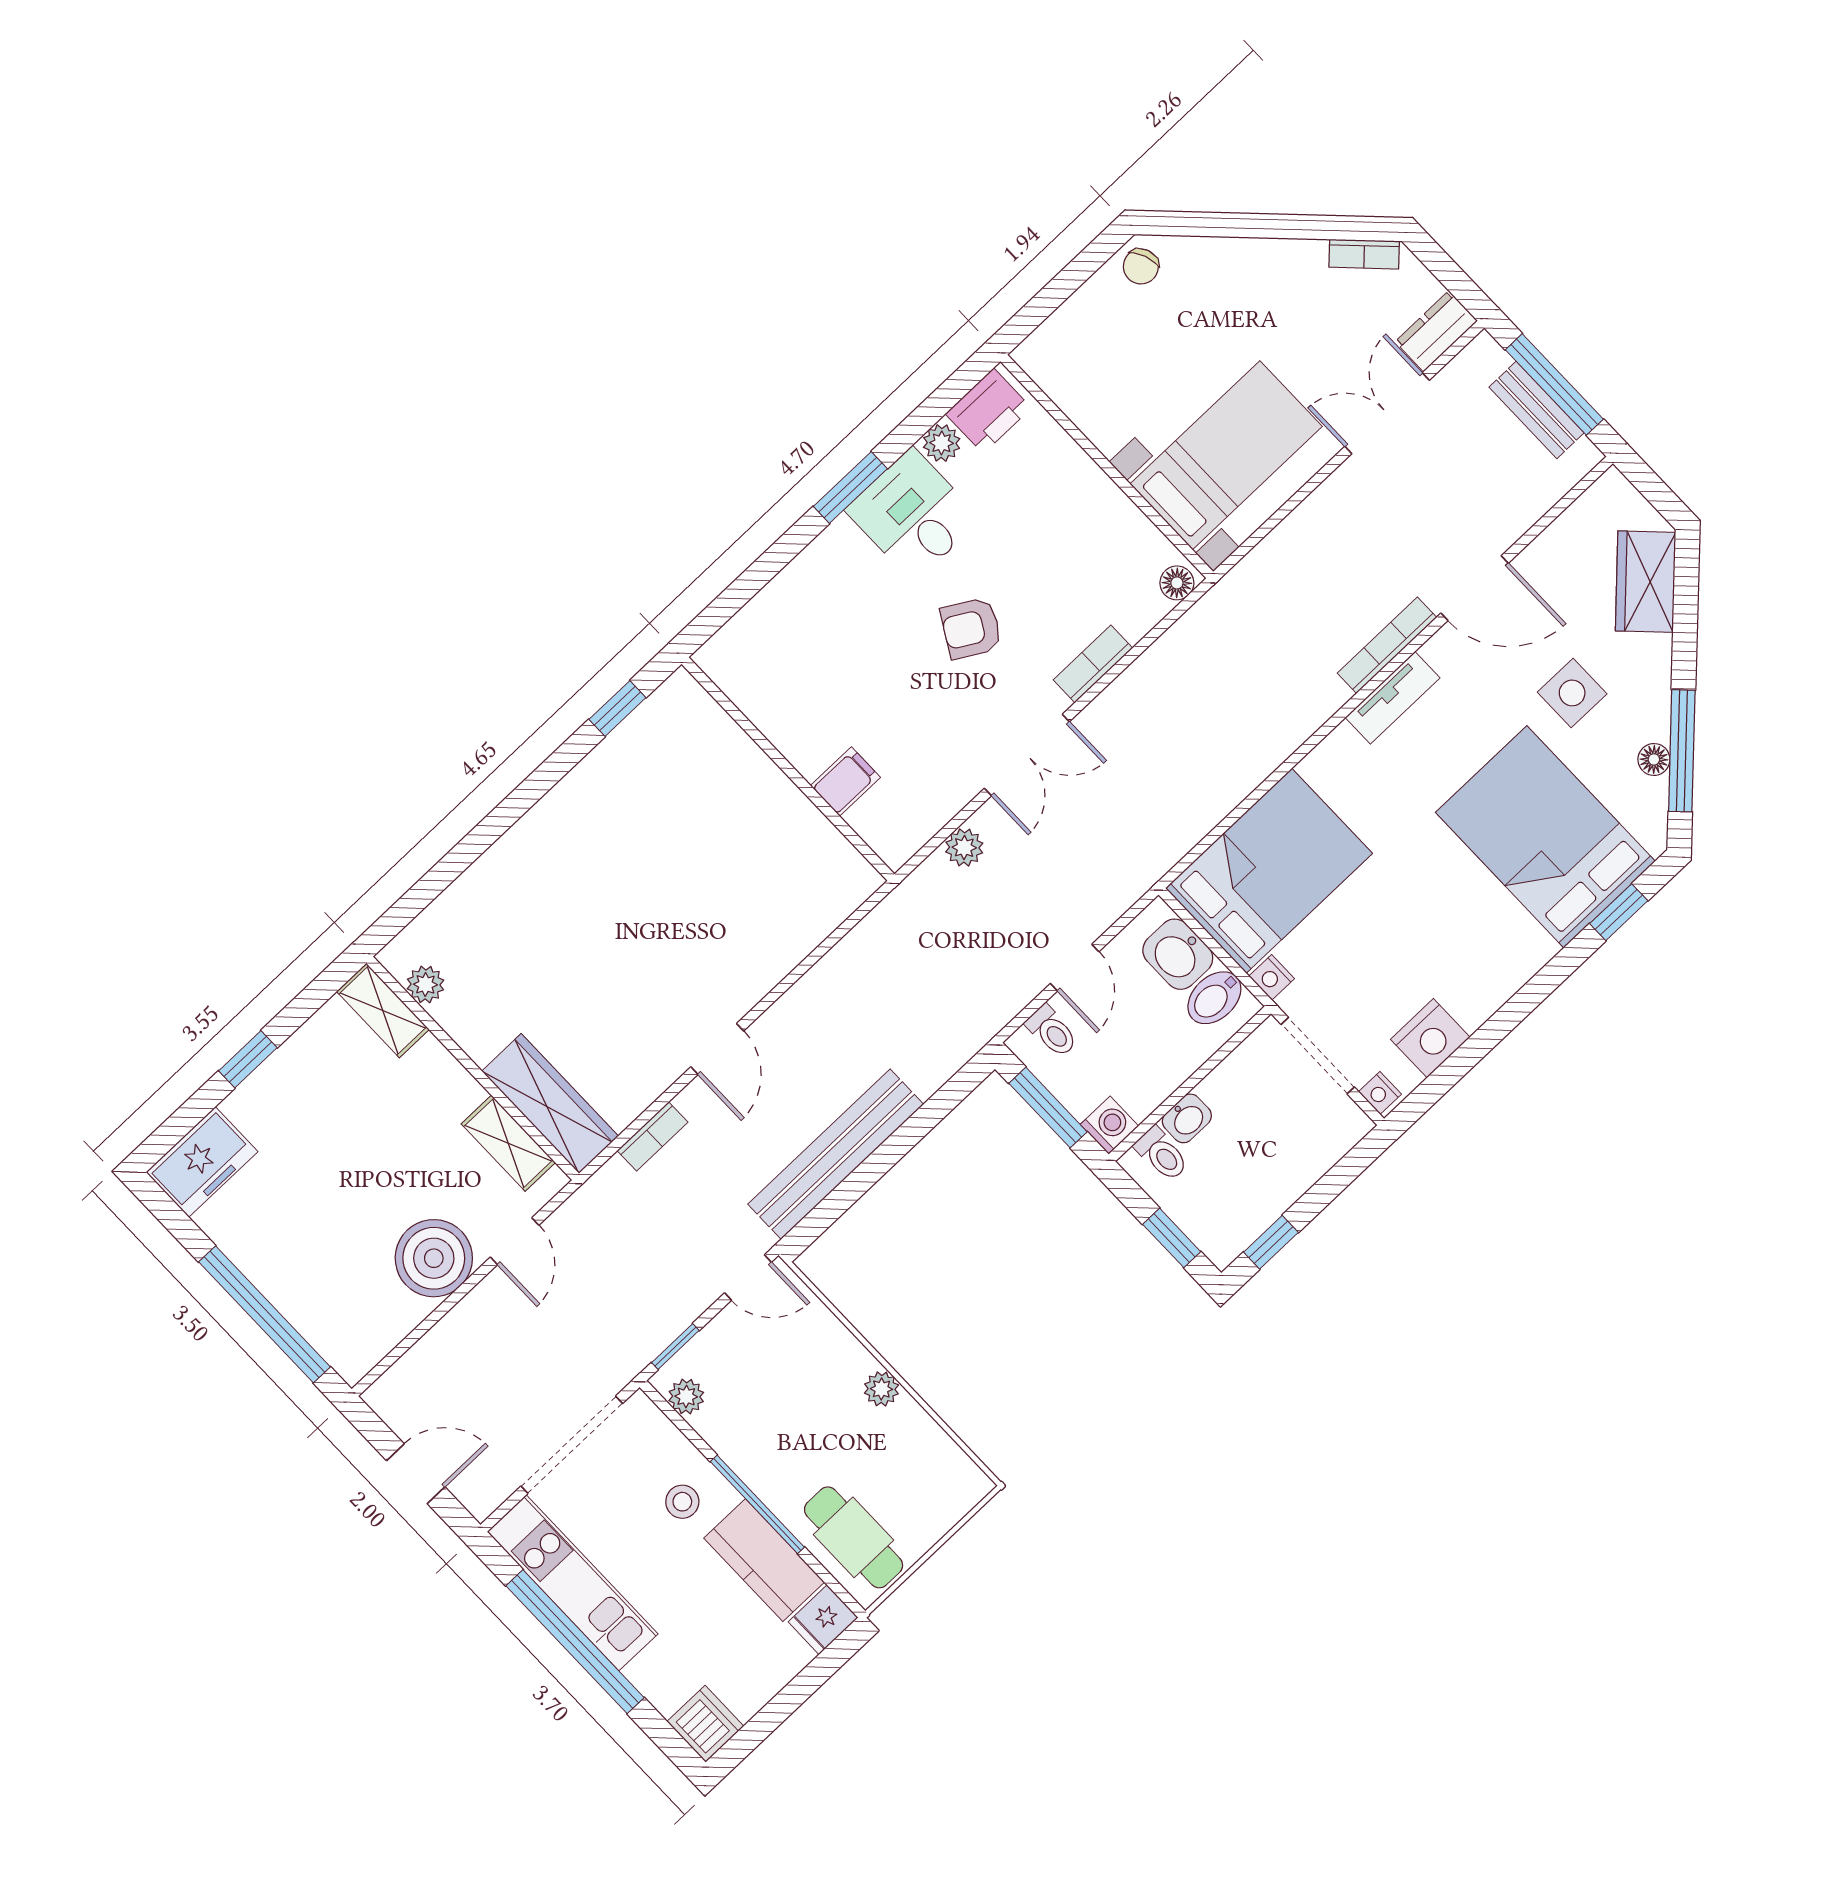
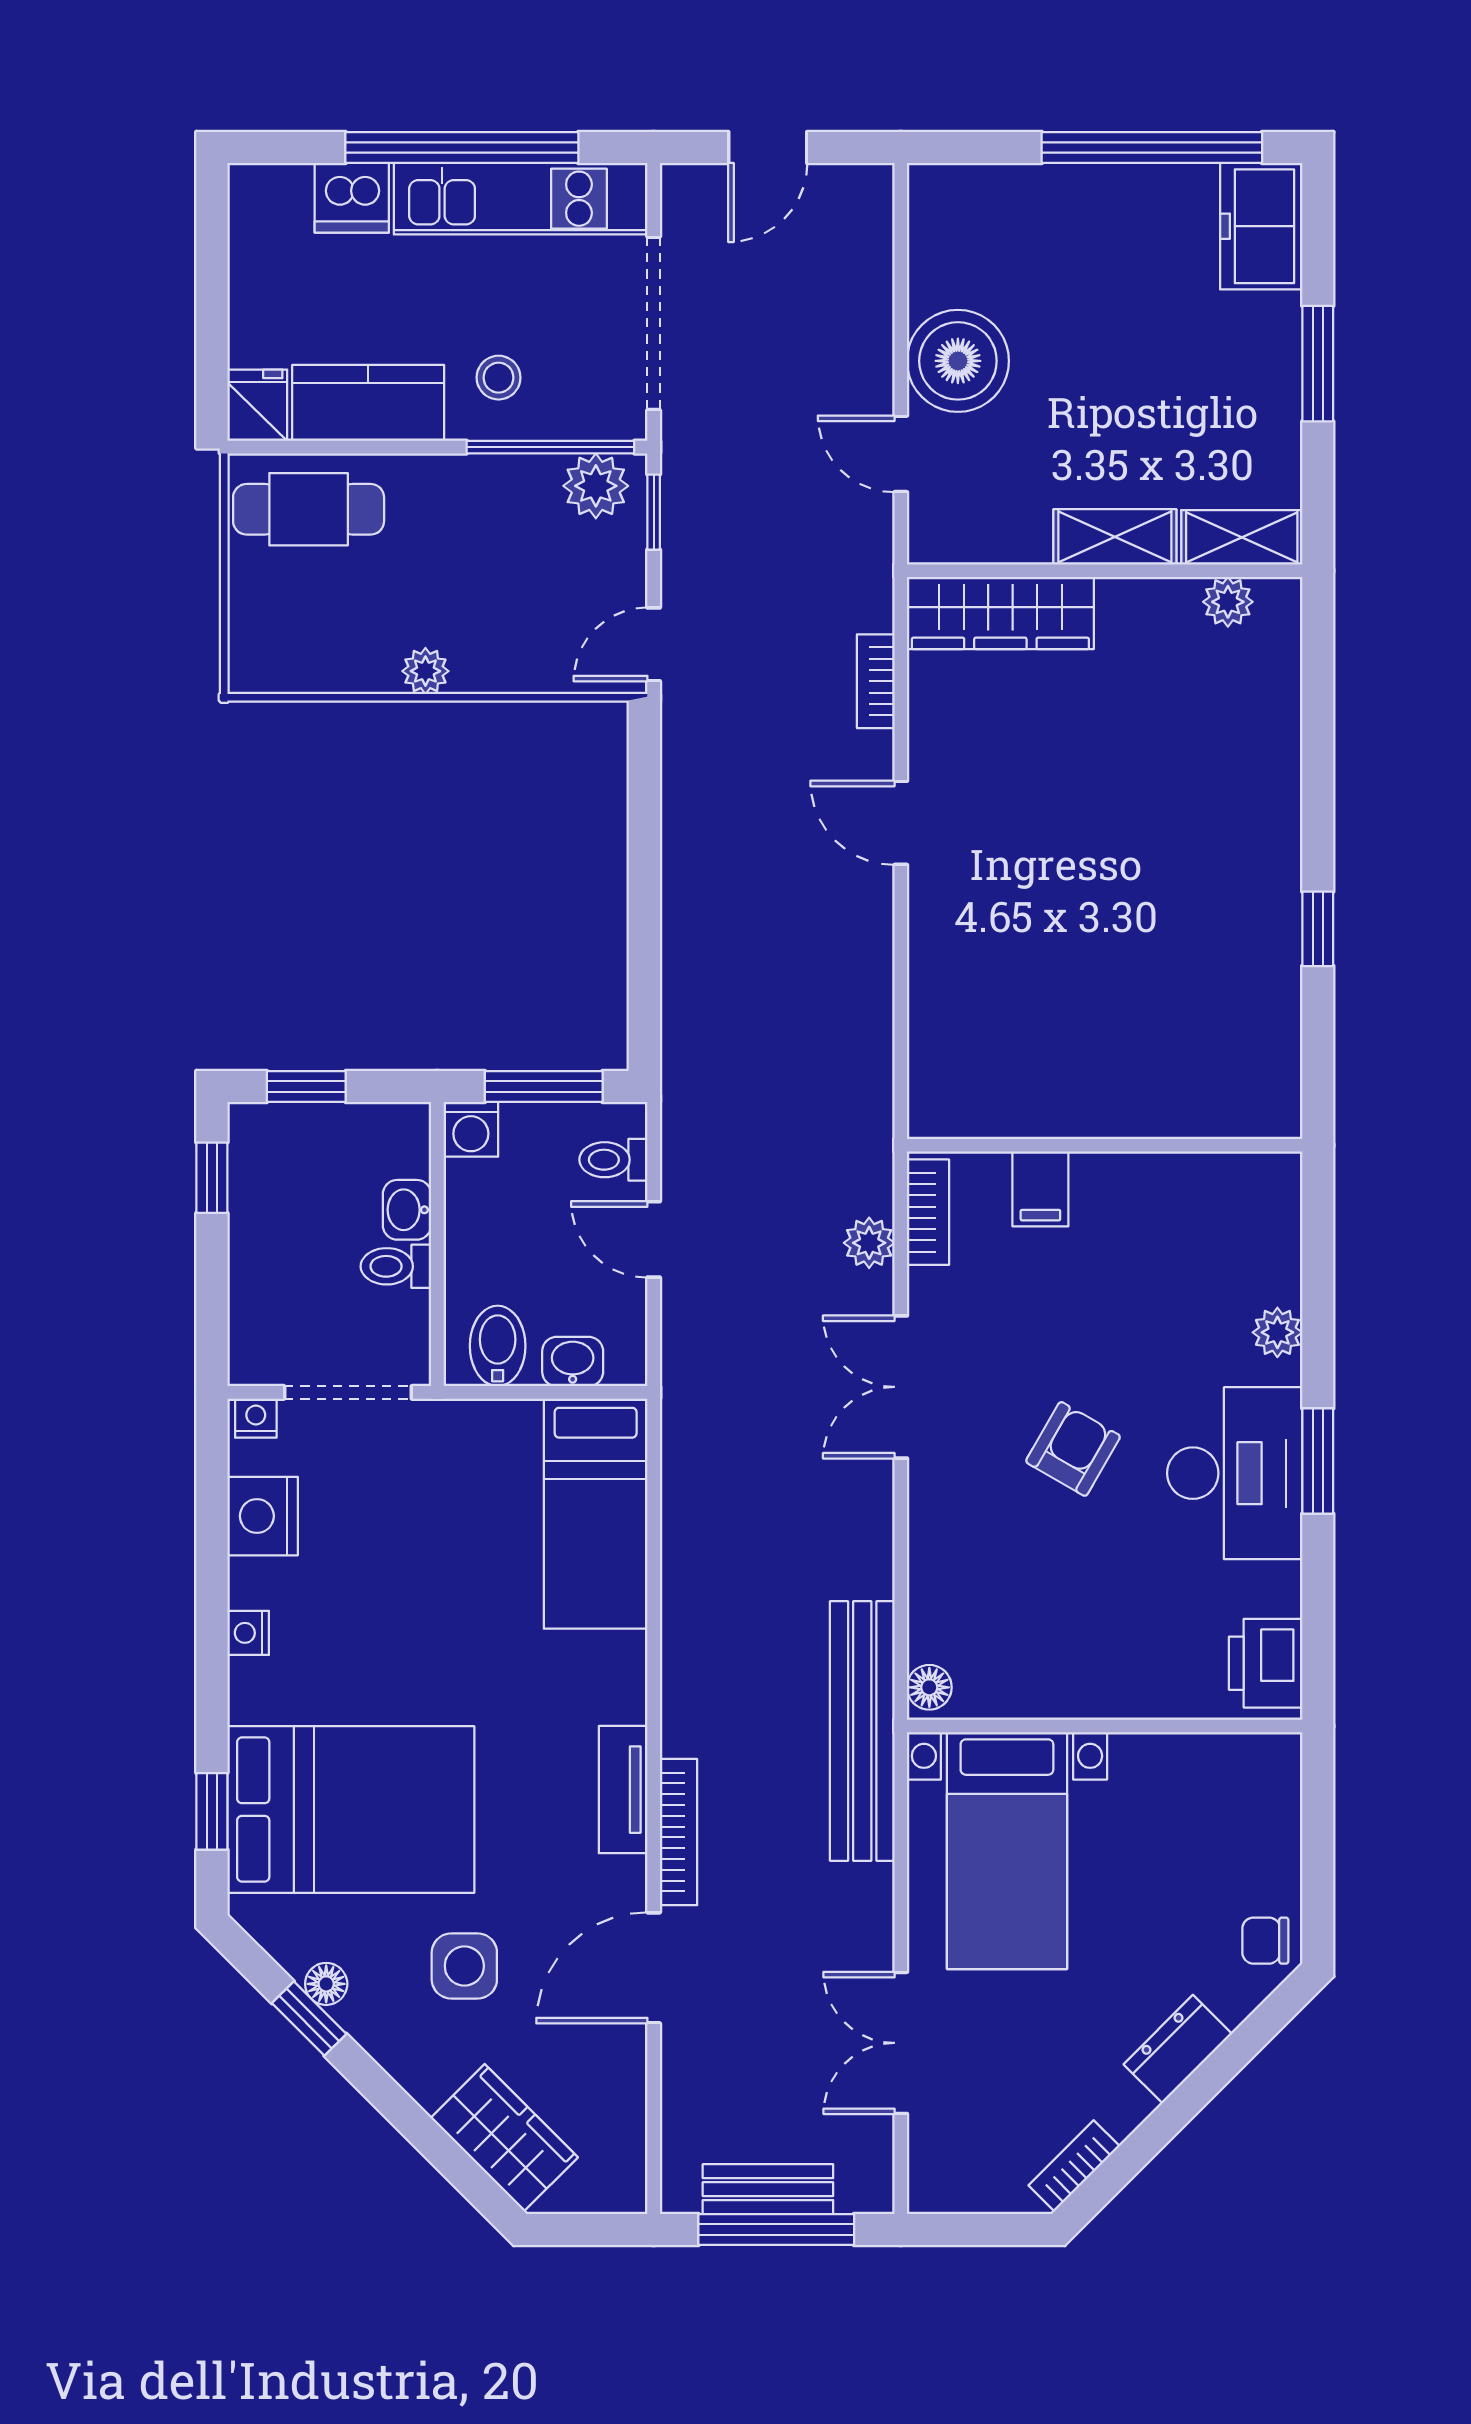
chair: (1141, 266) -> (1265, 1941), turned -69
dresser: (1436, 331) -> (1178, 2049), moved, turned -135
double door: (1387, 413) -> (901, 2043), swing flipped
plant: (942, 443) -> (1277, 1332), moved
desk: (913, 515) -> (1235, 1473), width x1.37
bookcase: (1093, 664) -> (928, 1212), moved
window: (617, 708) -> (1318, 929), moved
window: (1682, 751) -> (309, 2019), width x0.46
bed: (1269, 871) -> (596, 1514), width x0.67
washbasin: (1178, 954) -> (573, 1361), width x0.72, depth x0.69
nightstand: (1272, 977) -> (248, 1633), moved, turned -90
window: (248, 1059) -> (1318, 364), width x1.50
shelving: (508, 1143) -> (1115, 537), moved
bench: (836, 1154) -> (862, 1731), moved
toilet: (1162, 1154) -> (396, 1266), moved
window: (264, 1314) -> (1152, 147), moved
plant: (686, 1397) -> (596, 486), width x1.38, depth x1.38
window: (757, 1504) -> (550, 447), moved
dishwasher: (705, 1724) -> (352, 198), moved

